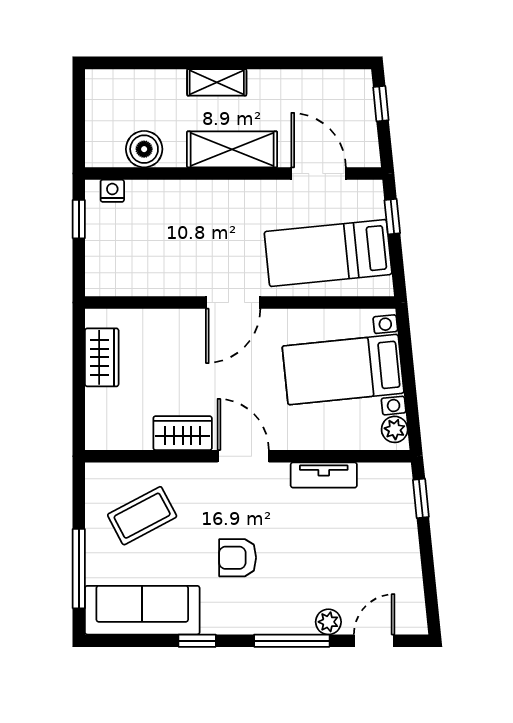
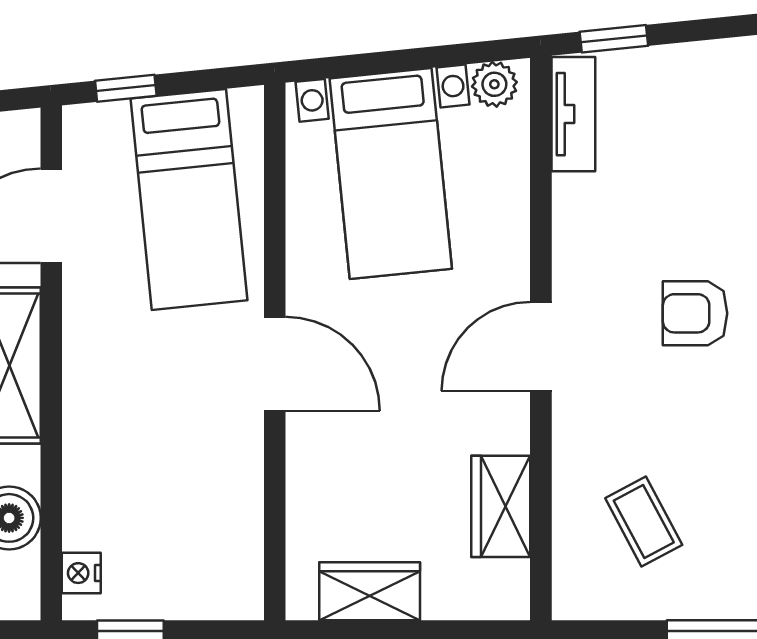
wardrobe: (183, 433) -> (501, 506), moved
tv unit: (324, 475) -> (573, 114), moved
coffee table: (142, 516) -> (644, 521), width x0.73, depth x0.77
armchair: (238, 558) -> (695, 313), moved, turned 90

